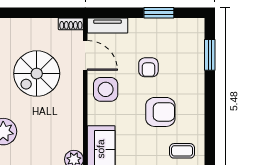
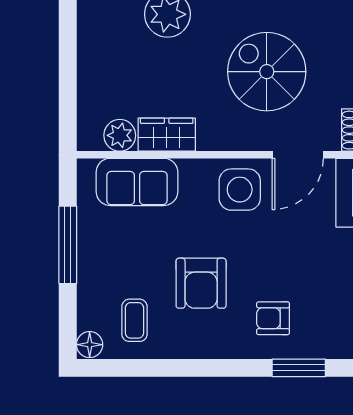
armchair: (148, 67) -> (273, 318), moved
wardrobe: (74, 132) -> (167, 135), added

